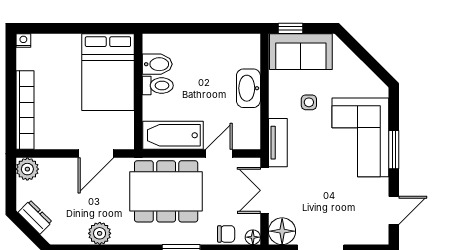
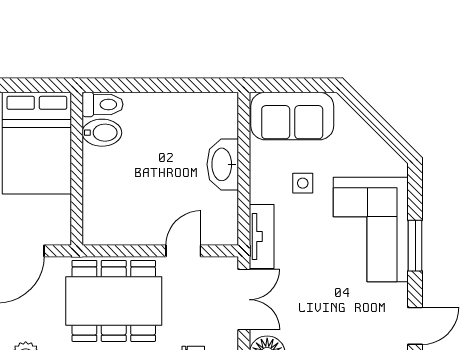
window: (290, 28) -> (278, 85), removed
toilet: (158, 86) -> (103, 104), moved
bathtub: (173, 135) -> (123, 227), removed
double door: (264, 190) -> (244, 300), swing flipped

